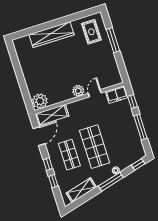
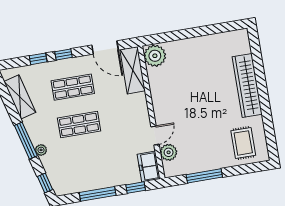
rug: (91, 32) -> (243, 143), turned 90
window: (113, 40) -> (204, 176), moved
plant: (78, 91) -> (169, 152), moved
door: (95, 93) -> (155, 135), hinge flipped
shop shelf: (95, 147) -> (79, 125), width x0.70, depth x0.74

